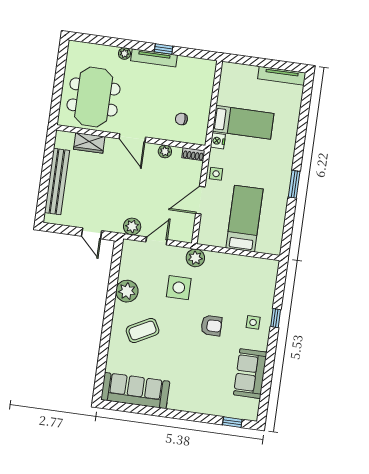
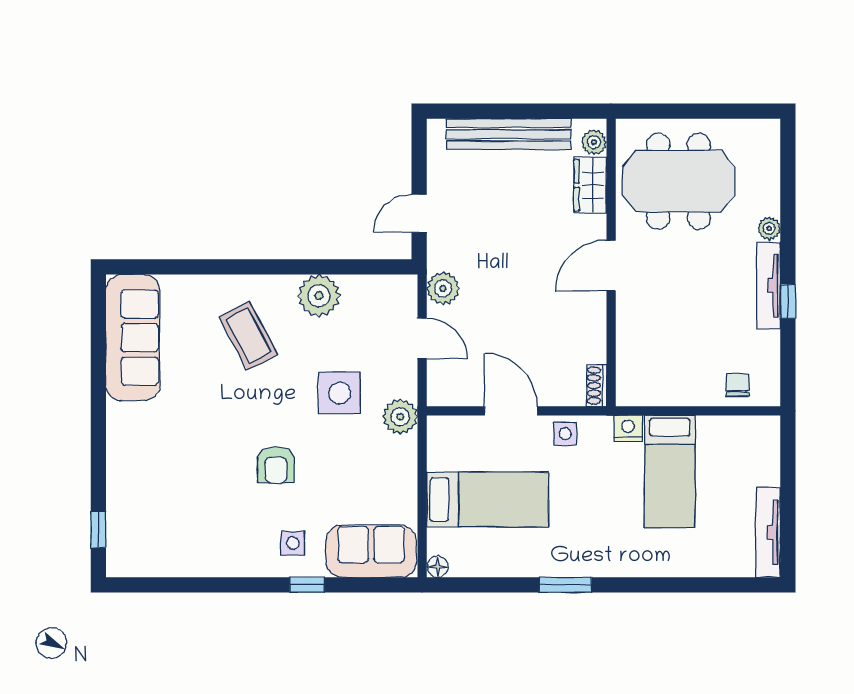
chair: (181, 119) -> (738, 385), moved
plant: (165, 151) -> (594, 142), moved
floor lamp: (276, 249) -> (438, 567), added
sofa: (250, 374) -> (371, 551), moved

